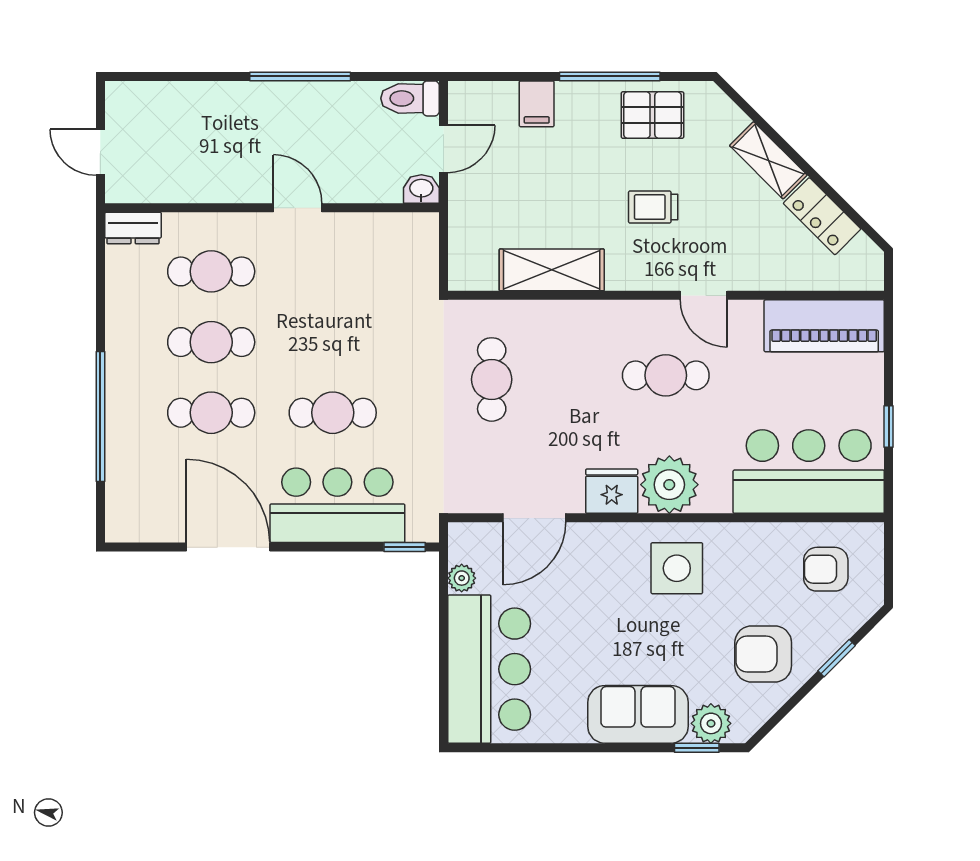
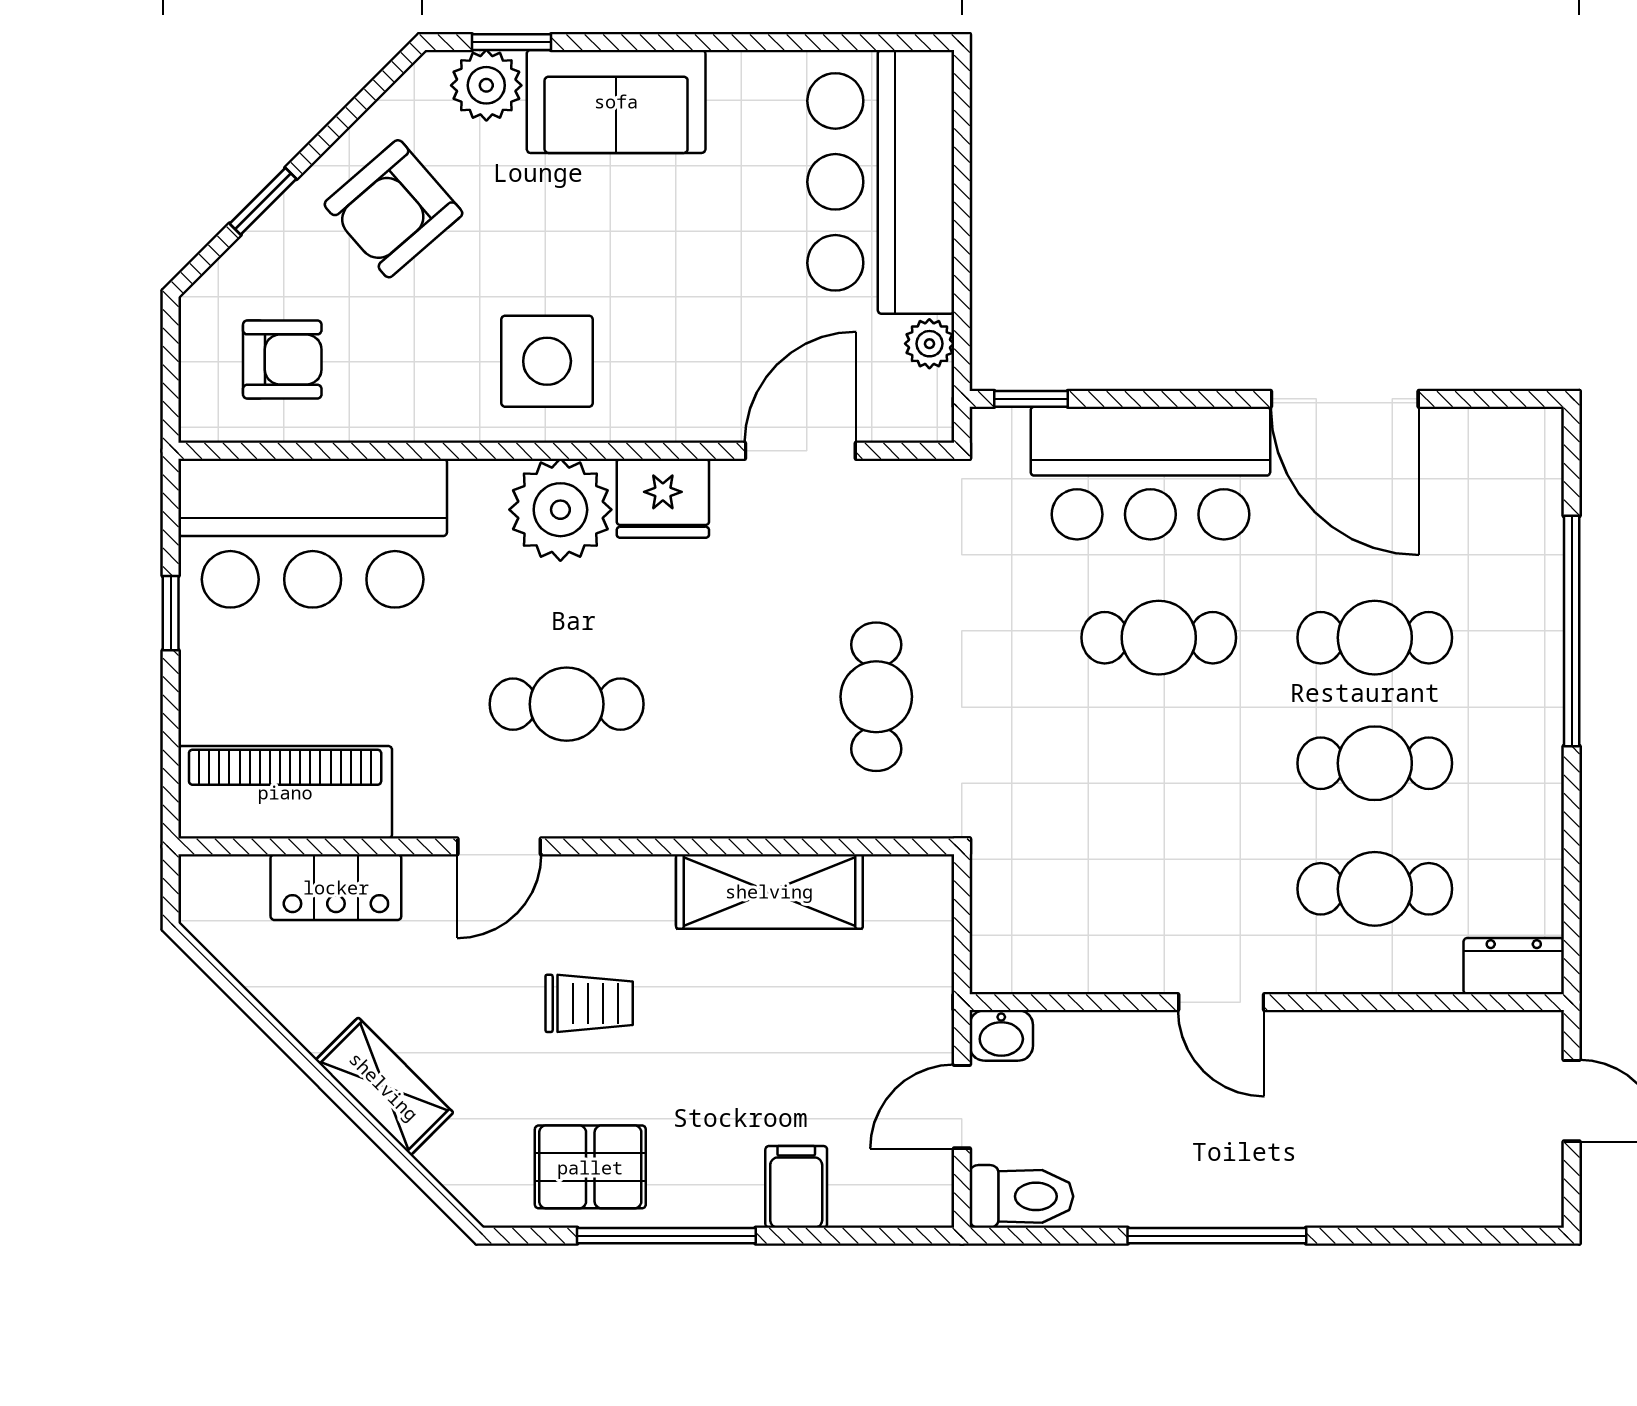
locker: (822, 216) -> (336, 887), moved, turned 135
door: (704, 295) -> (499, 846), swing flipped
armchair: (763, 654) -> (393, 209), turned 139

